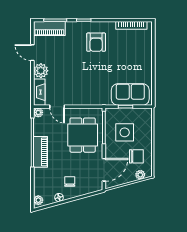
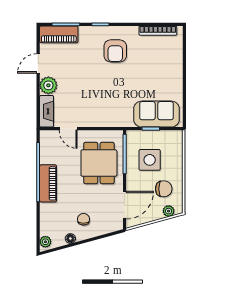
door: (32, 53) -> (38, 63), hinge flipped
plant: (38, 112) -> (45, 136), removed

